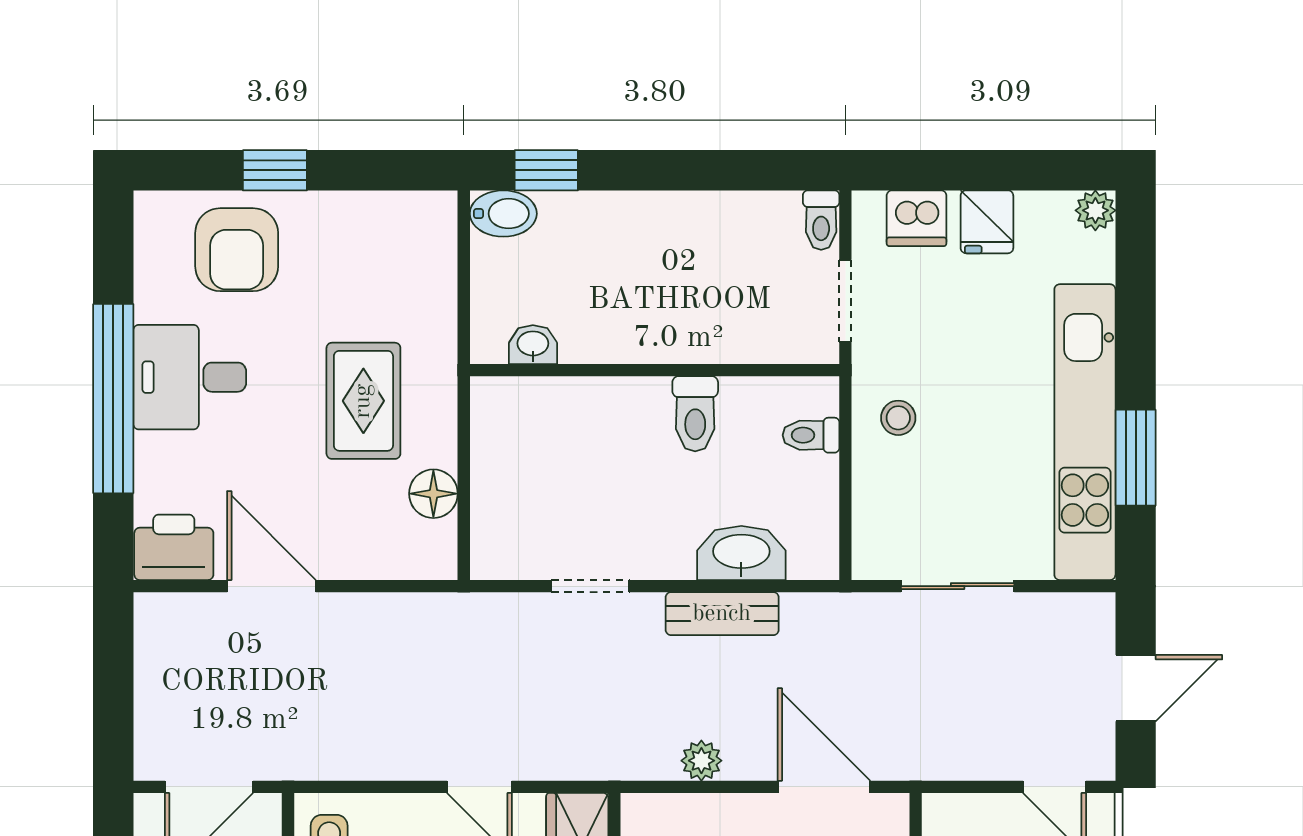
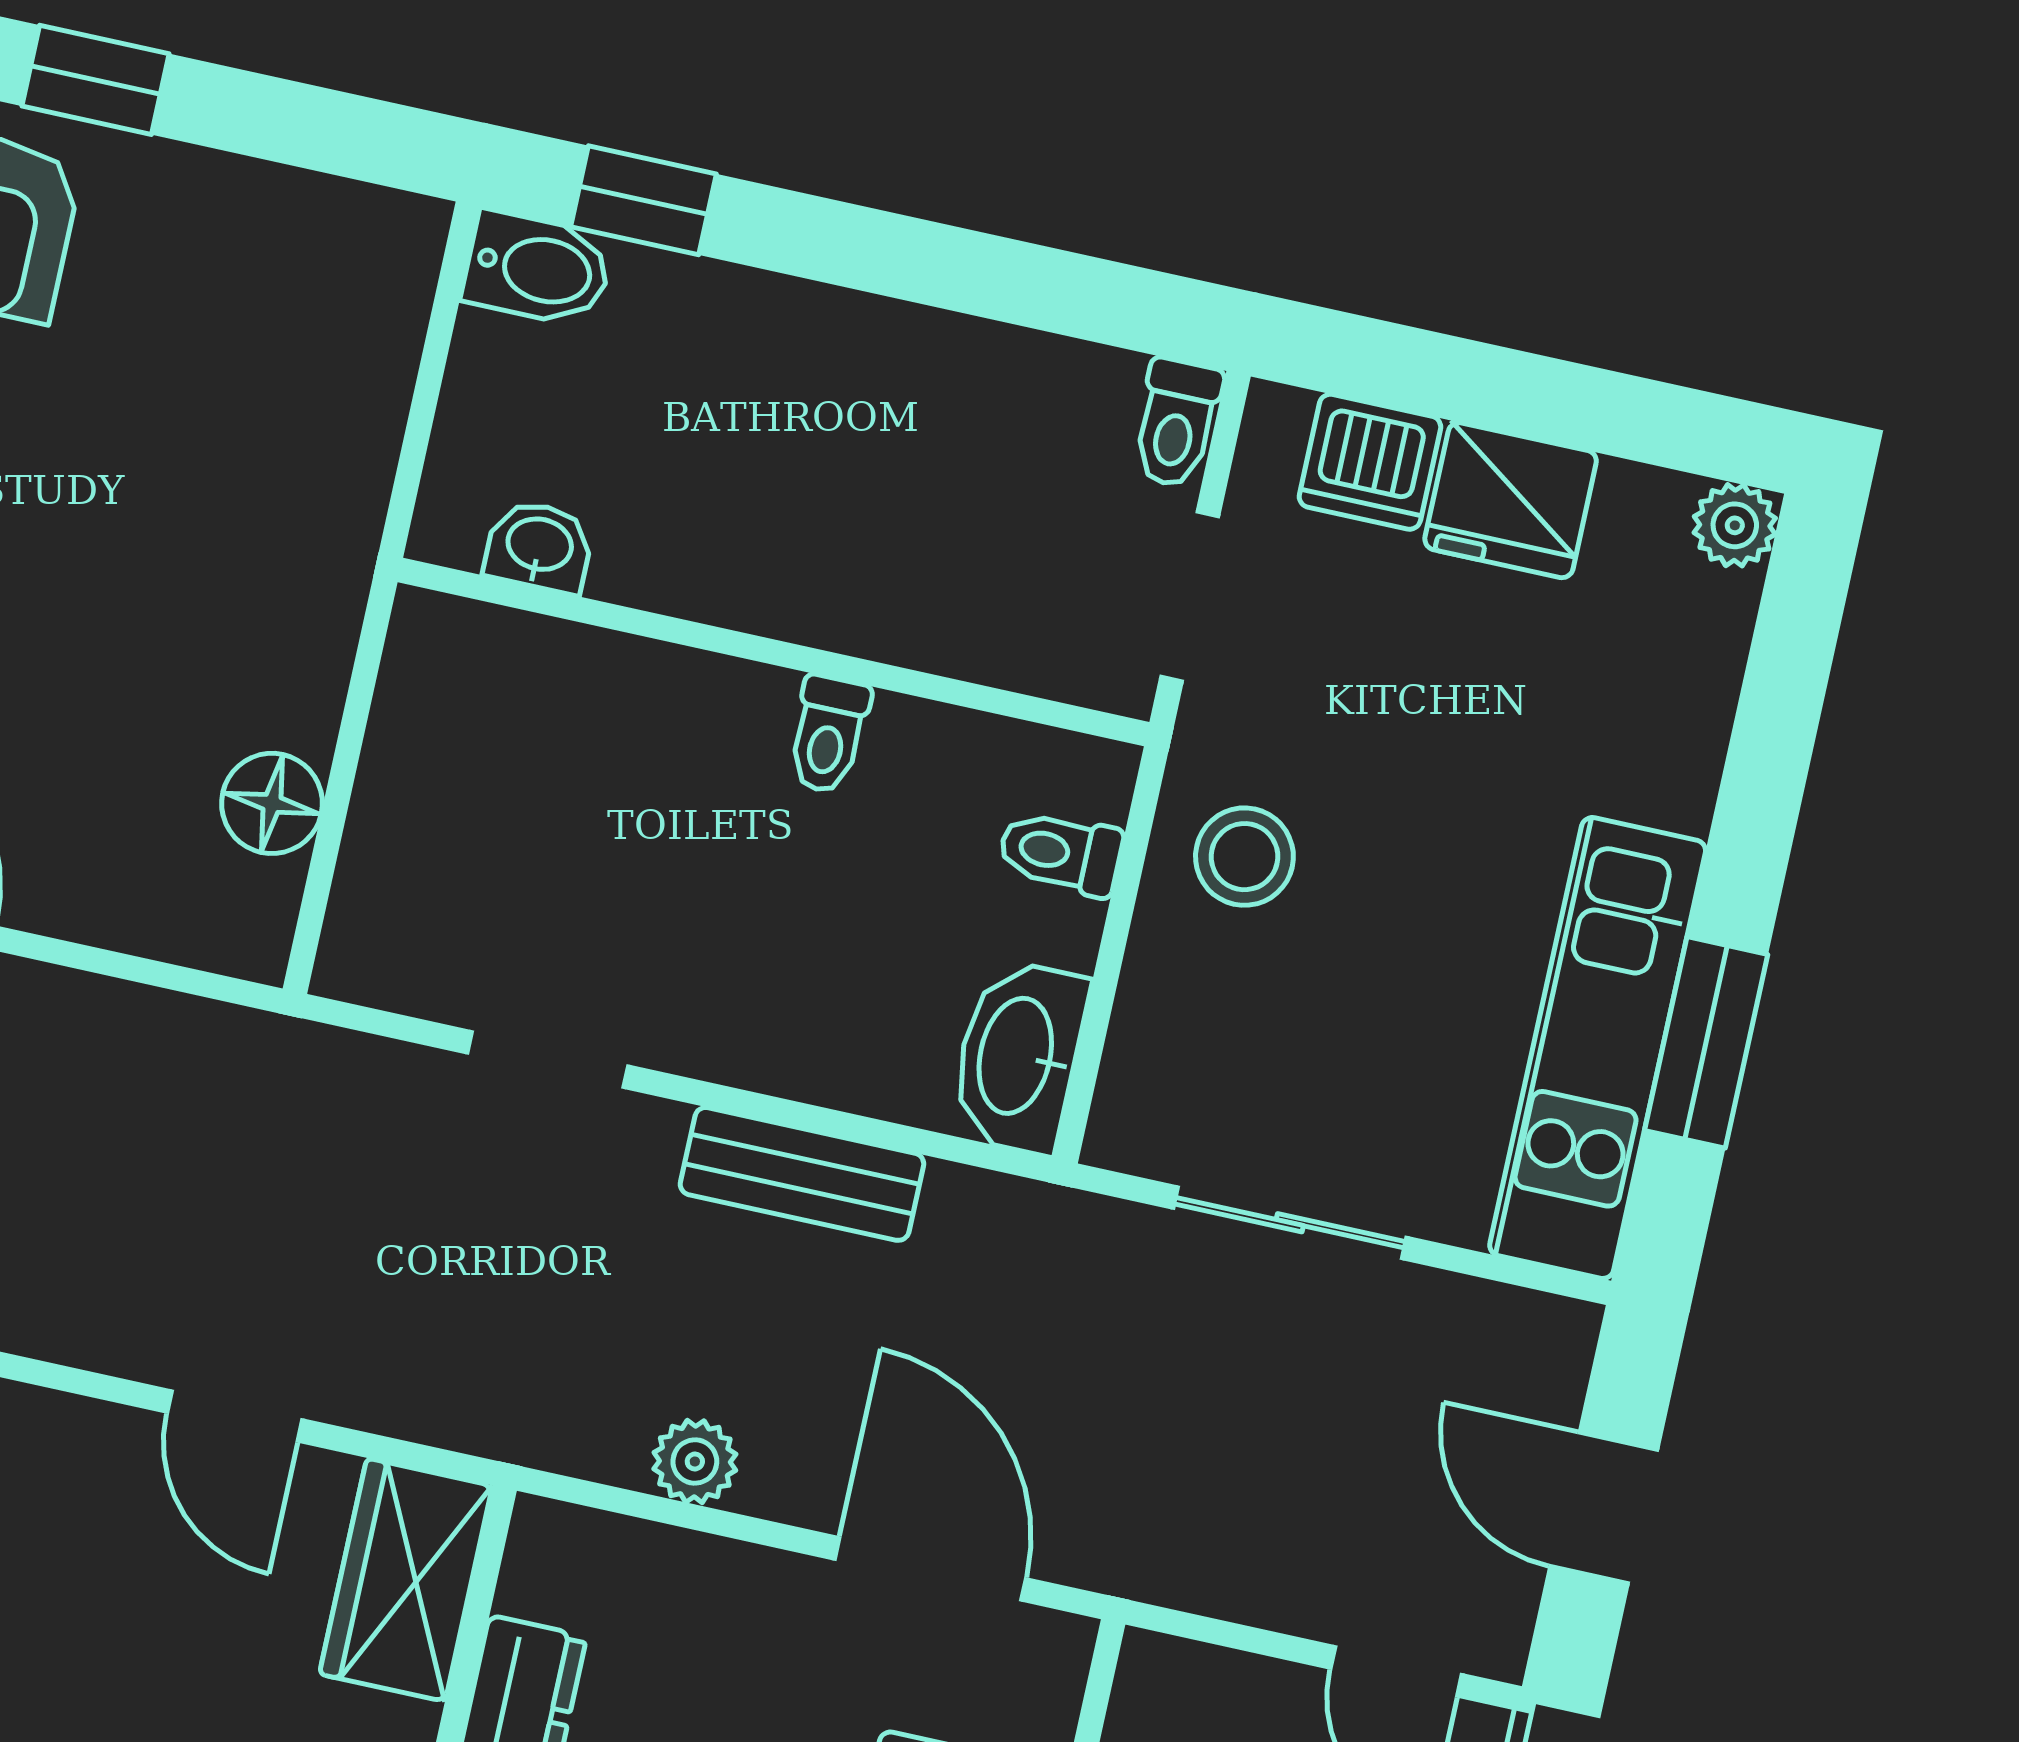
fridge: (987, 222) -> (1511, 500), width x1.38
rug: (363, 401) -> (172, 585), removed
toilet: (695, 414) -> (828, 734), width x0.73, depth x0.72
stool: (898, 418) -> (1244, 857), width x1.37, depth x1.37
kitchen unit: (1085, 432) -> (1598, 1048), width x0.73
washbasin: (741, 553) -> (1018, 1057), moved, turned -90
door: (1136, 688) -> (1604, 1508), swing flipped

